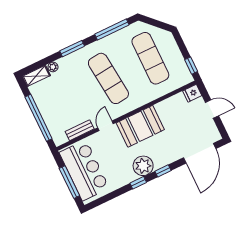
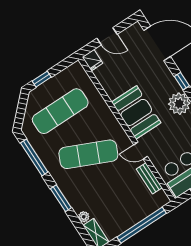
window: (191, 66) -> (42, 79), moved
exercise mat: (108, 78) -> (88, 154), turned 30
door: (212, 109) -> (107, 36), swing flipped

